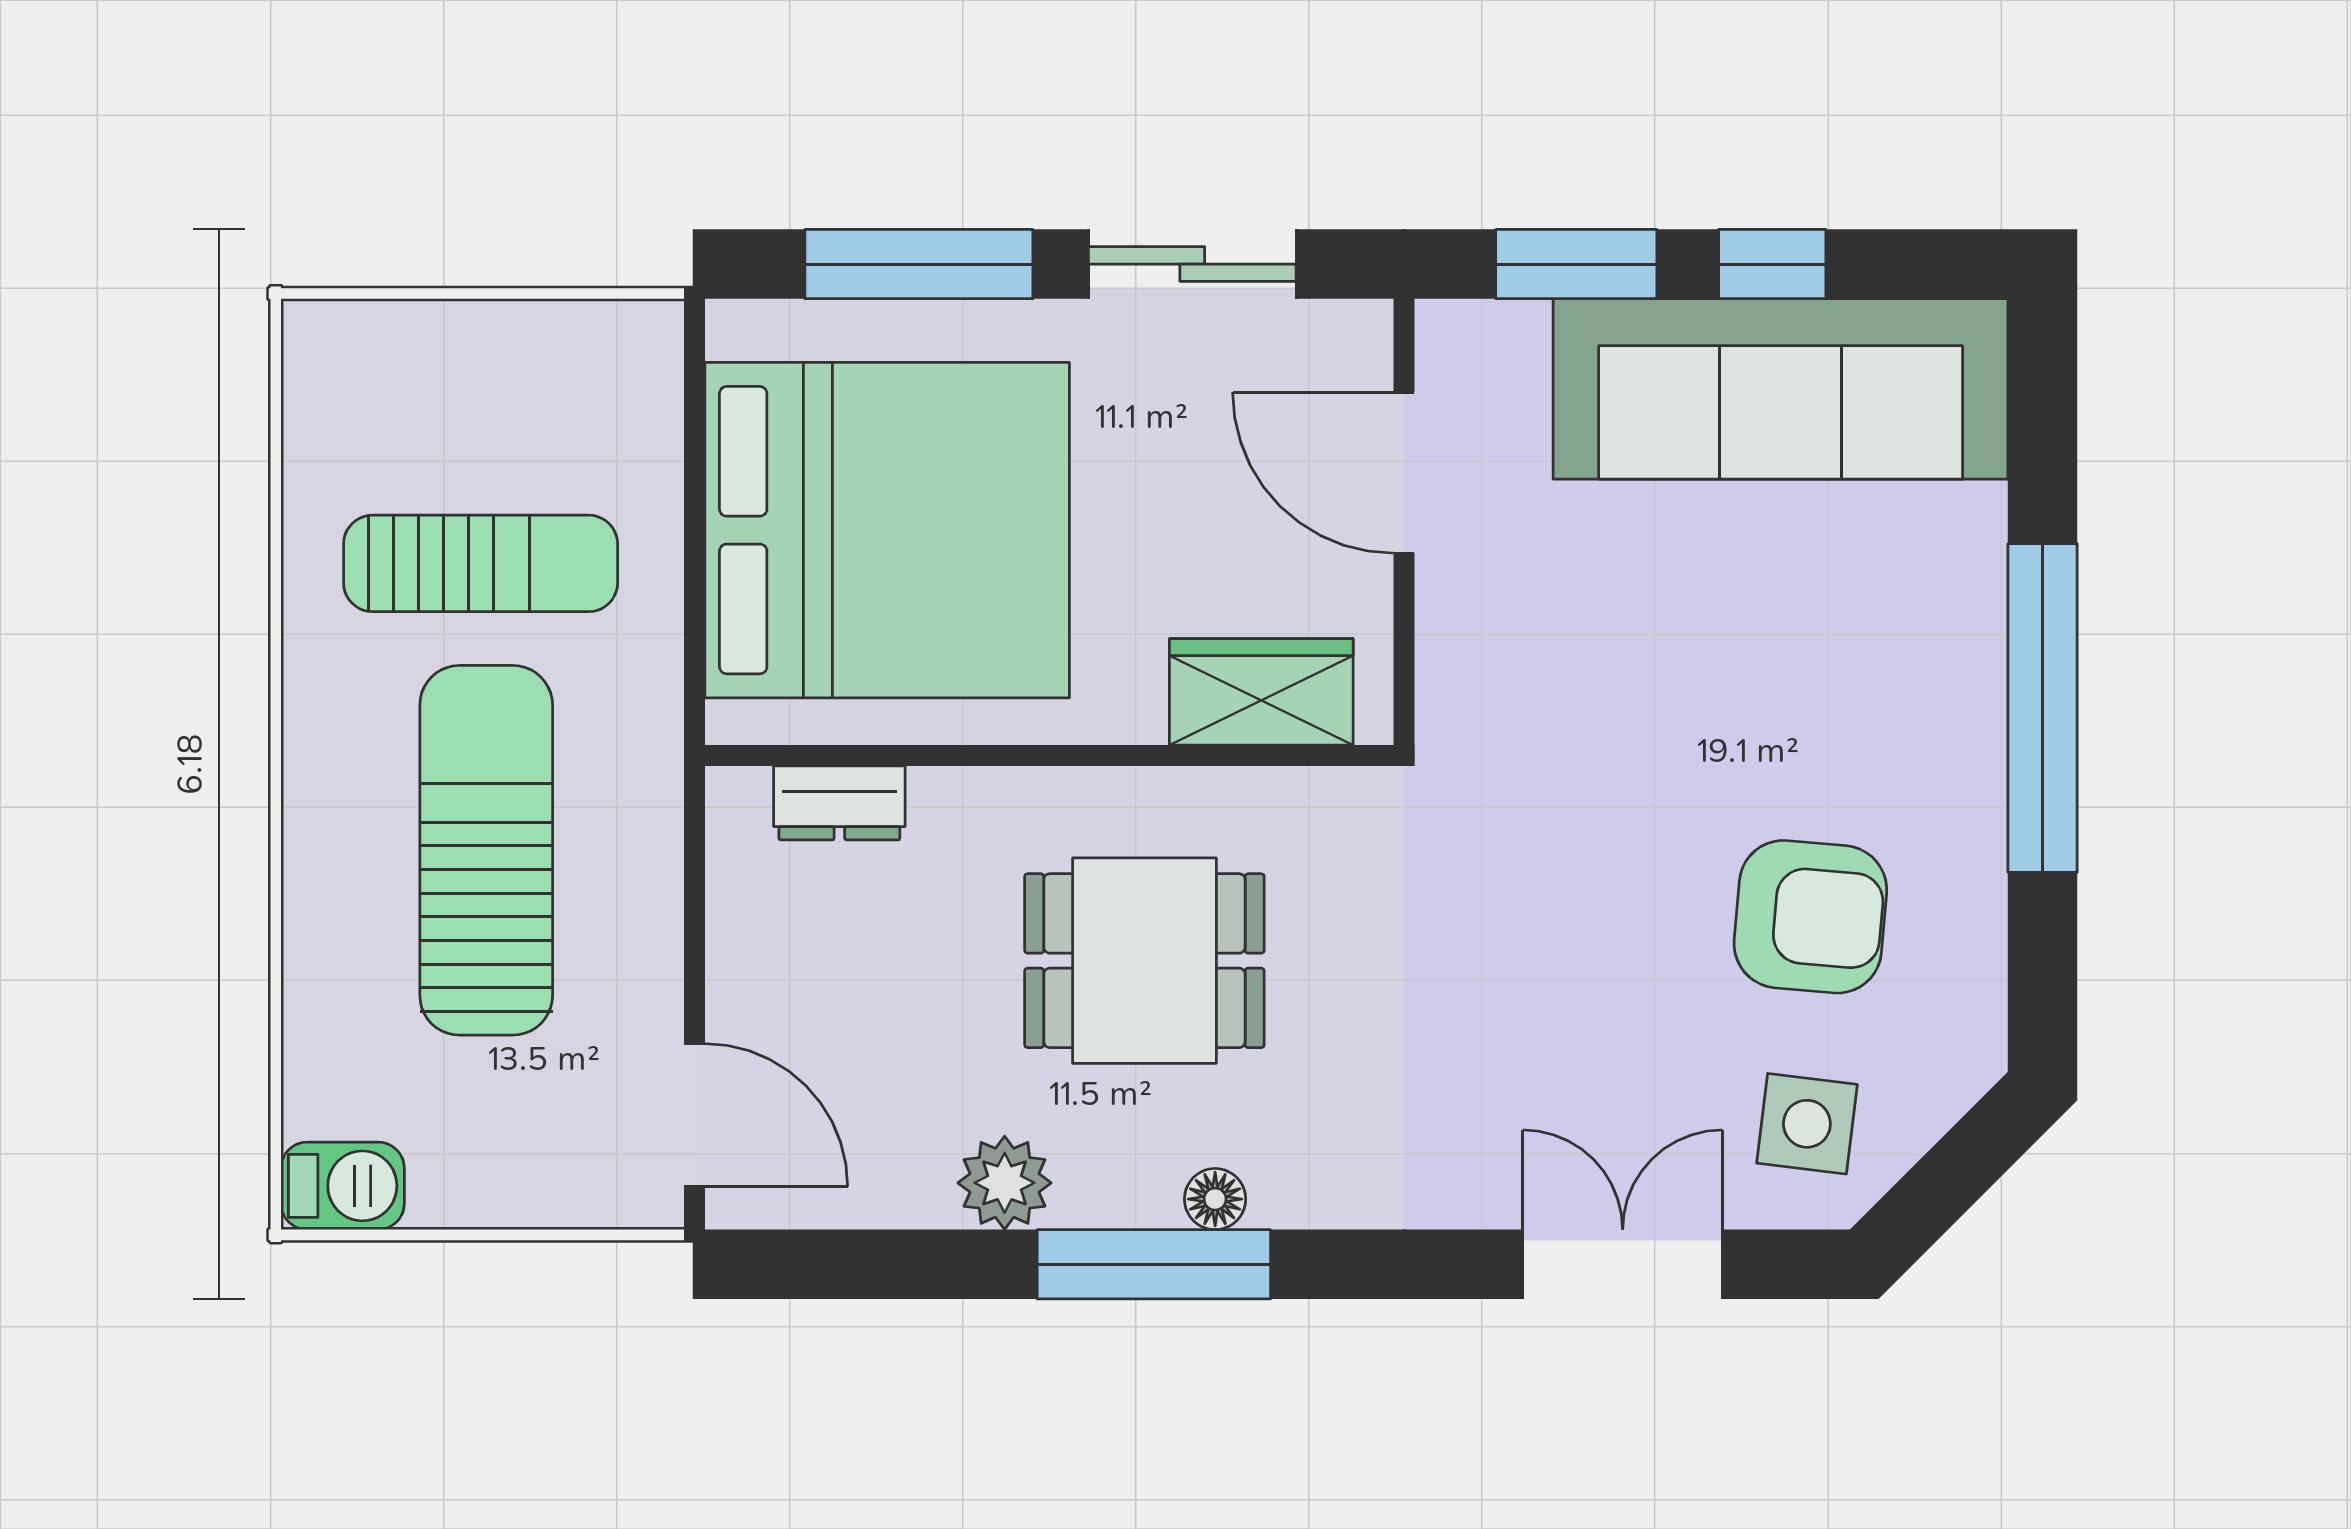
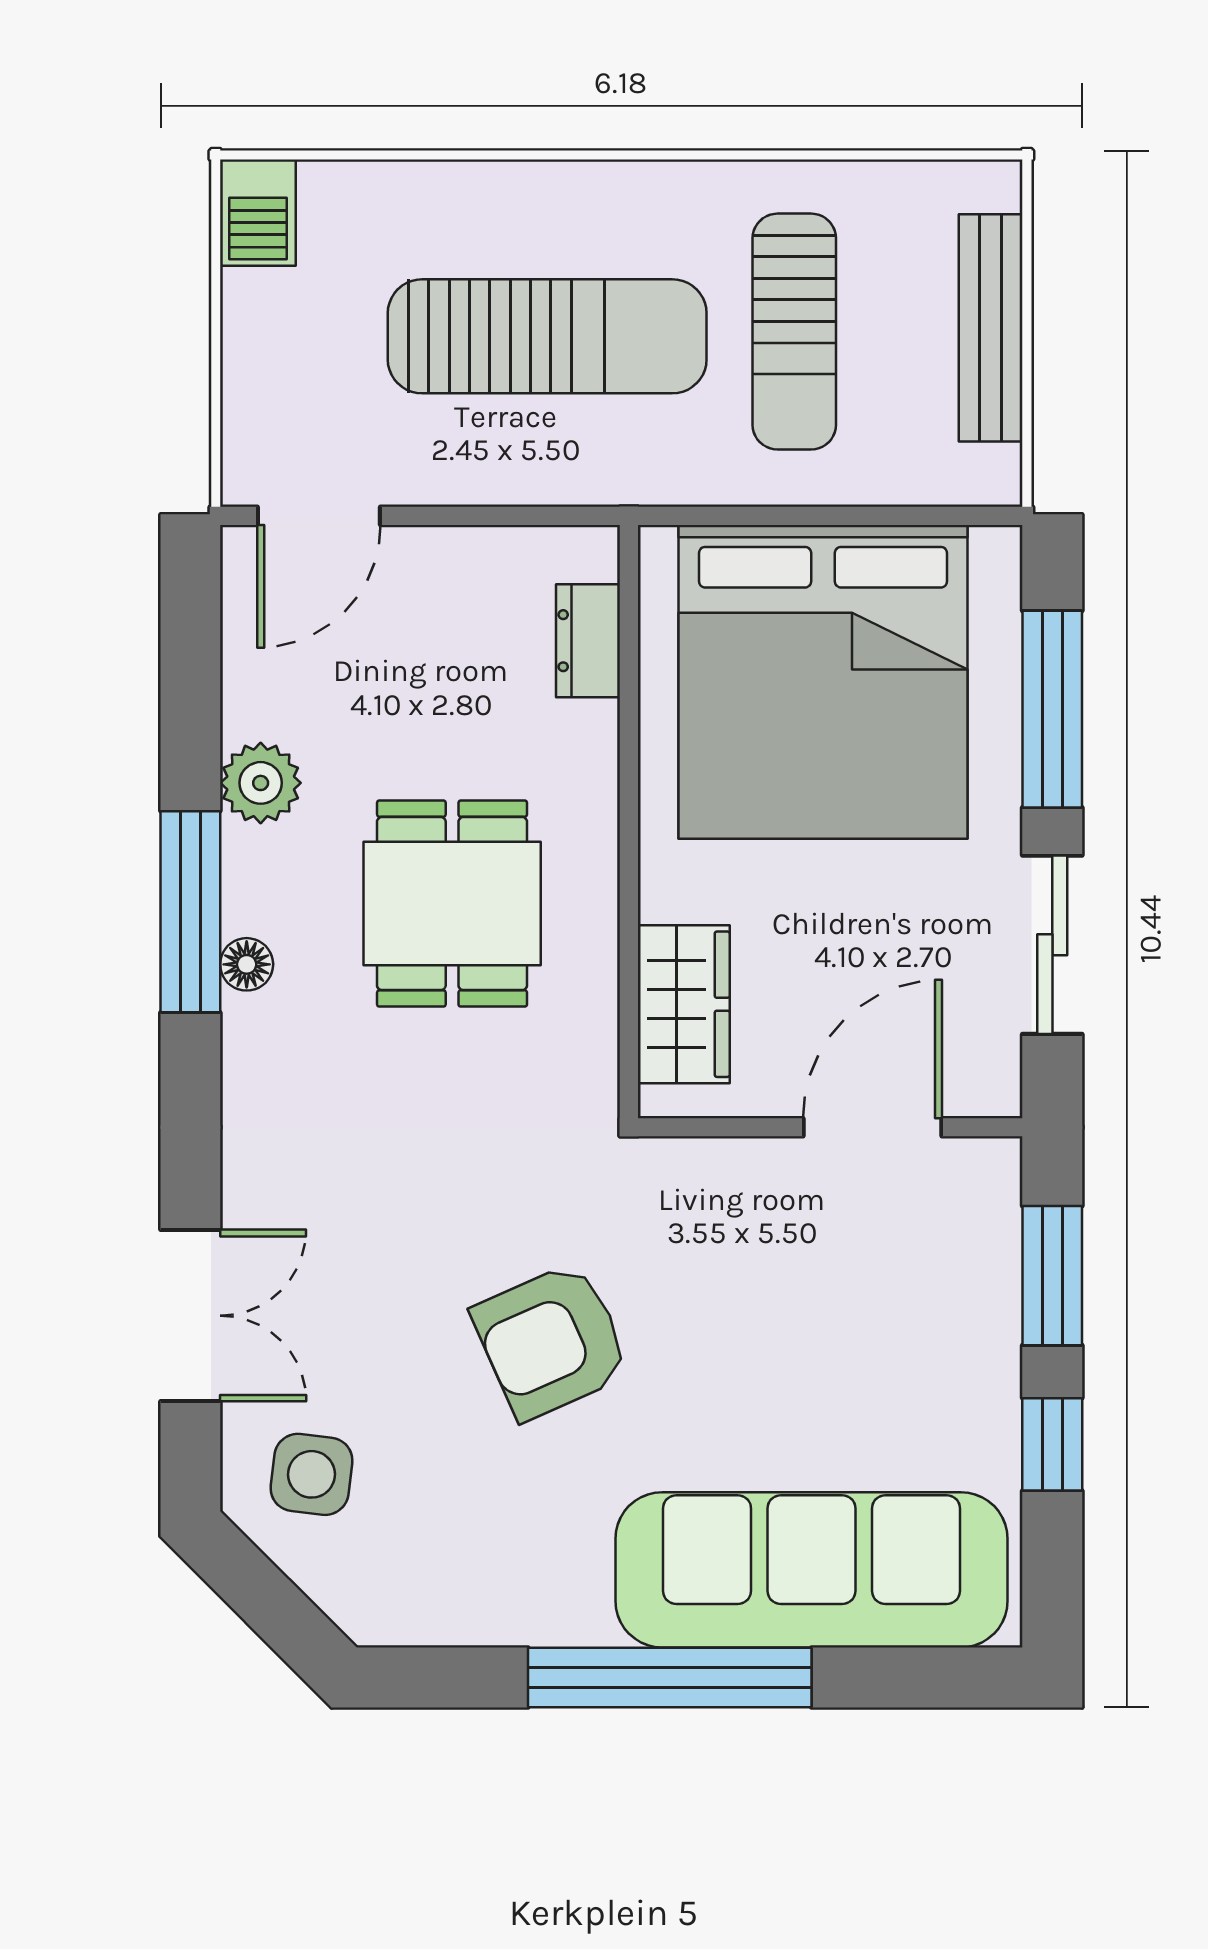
bench: (476, 336) -> (991, 328), added
sofa: (1781, 389) -> (812, 1570), moved, turned 90
armchair: (1810, 917) -> (552, 1341), moved, turned 61

